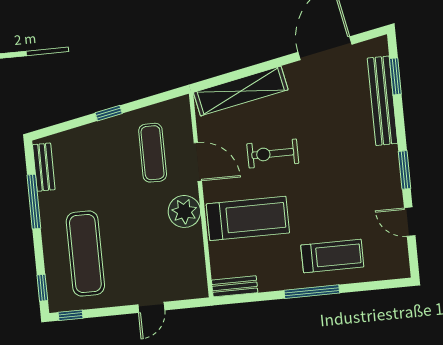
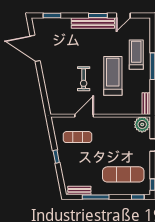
shelving: (241, 91) -> (52, 91), removed
bench: (383, 101) -> (93, 23), moved
plant: (184, 211) -> (142, 124), moved
treadmill: (248, 218) -> (113, 76), moved

